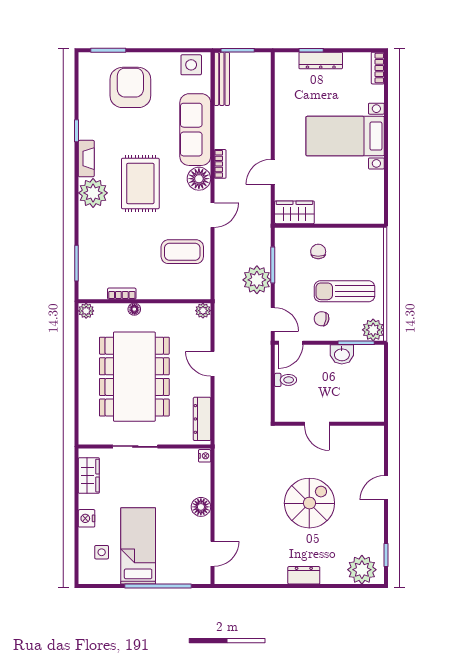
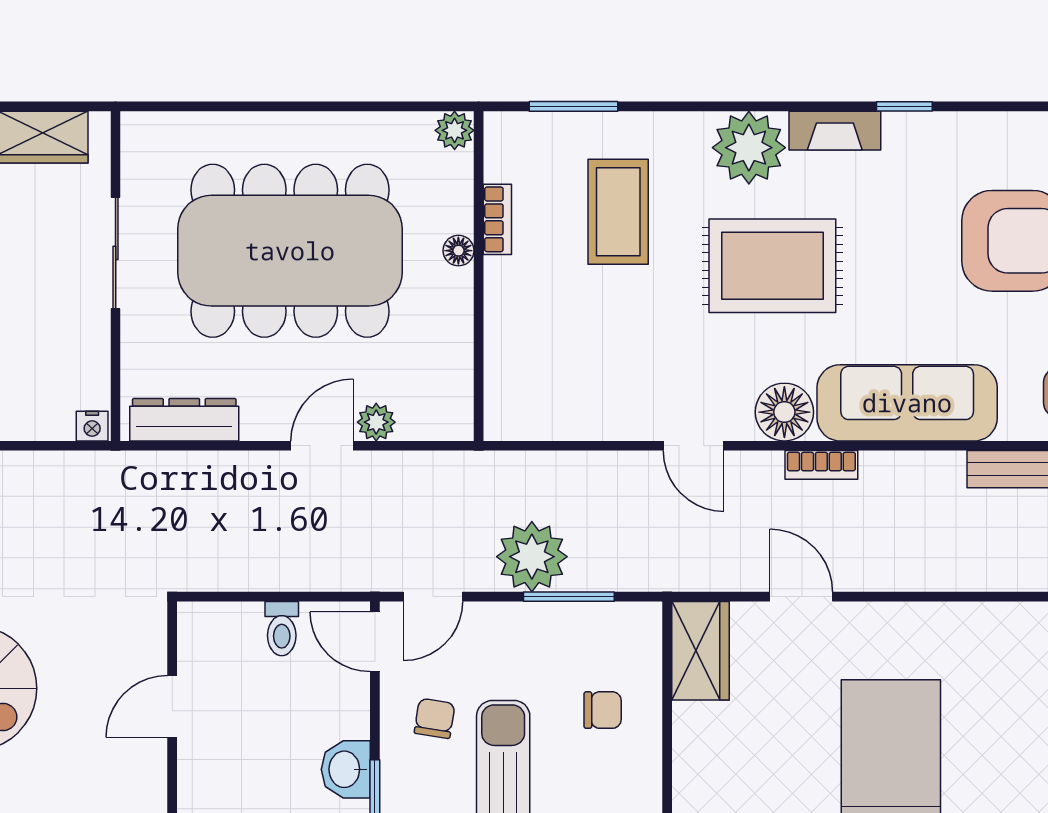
coffee table: (182, 252) -> (618, 212), moved
plant: (203, 311) -> (376, 422), moved

